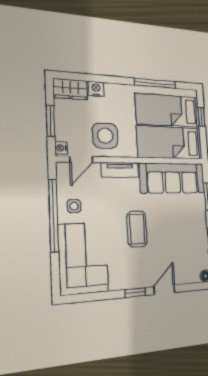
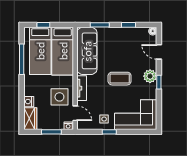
window: (54, 215) -> (109, 132), width x0.32
plant: (143, 277) -> (150, 76), added
door: (164, 290) -> (159, 52), moved

